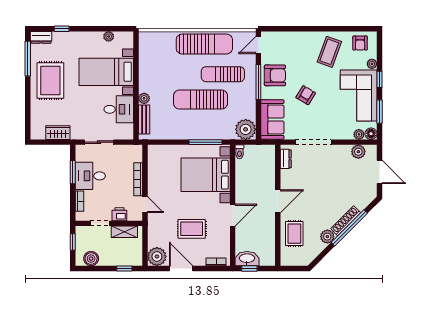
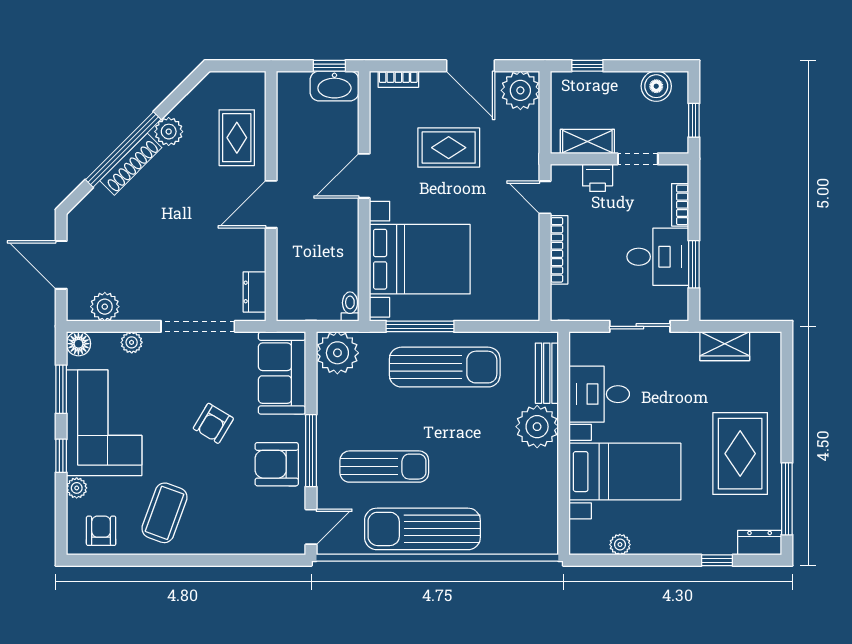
plant: (144, 98) -> (537, 427), width x1.88, depth x1.88
sun lounger: (201, 100) -> (445, 367), moved
plant: (359, 134) -> (132, 342), moved

